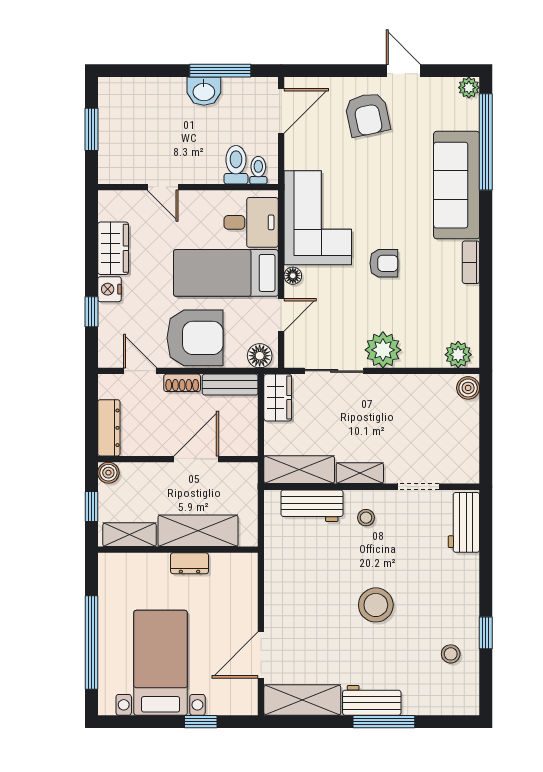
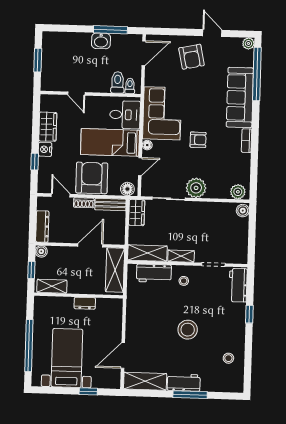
armchair: (195, 338) -> (92, 178), turned -90
shelving: (198, 531) -> (115, 270), moved, turned 90
window: (486, 633) -> (249, 314), moved

